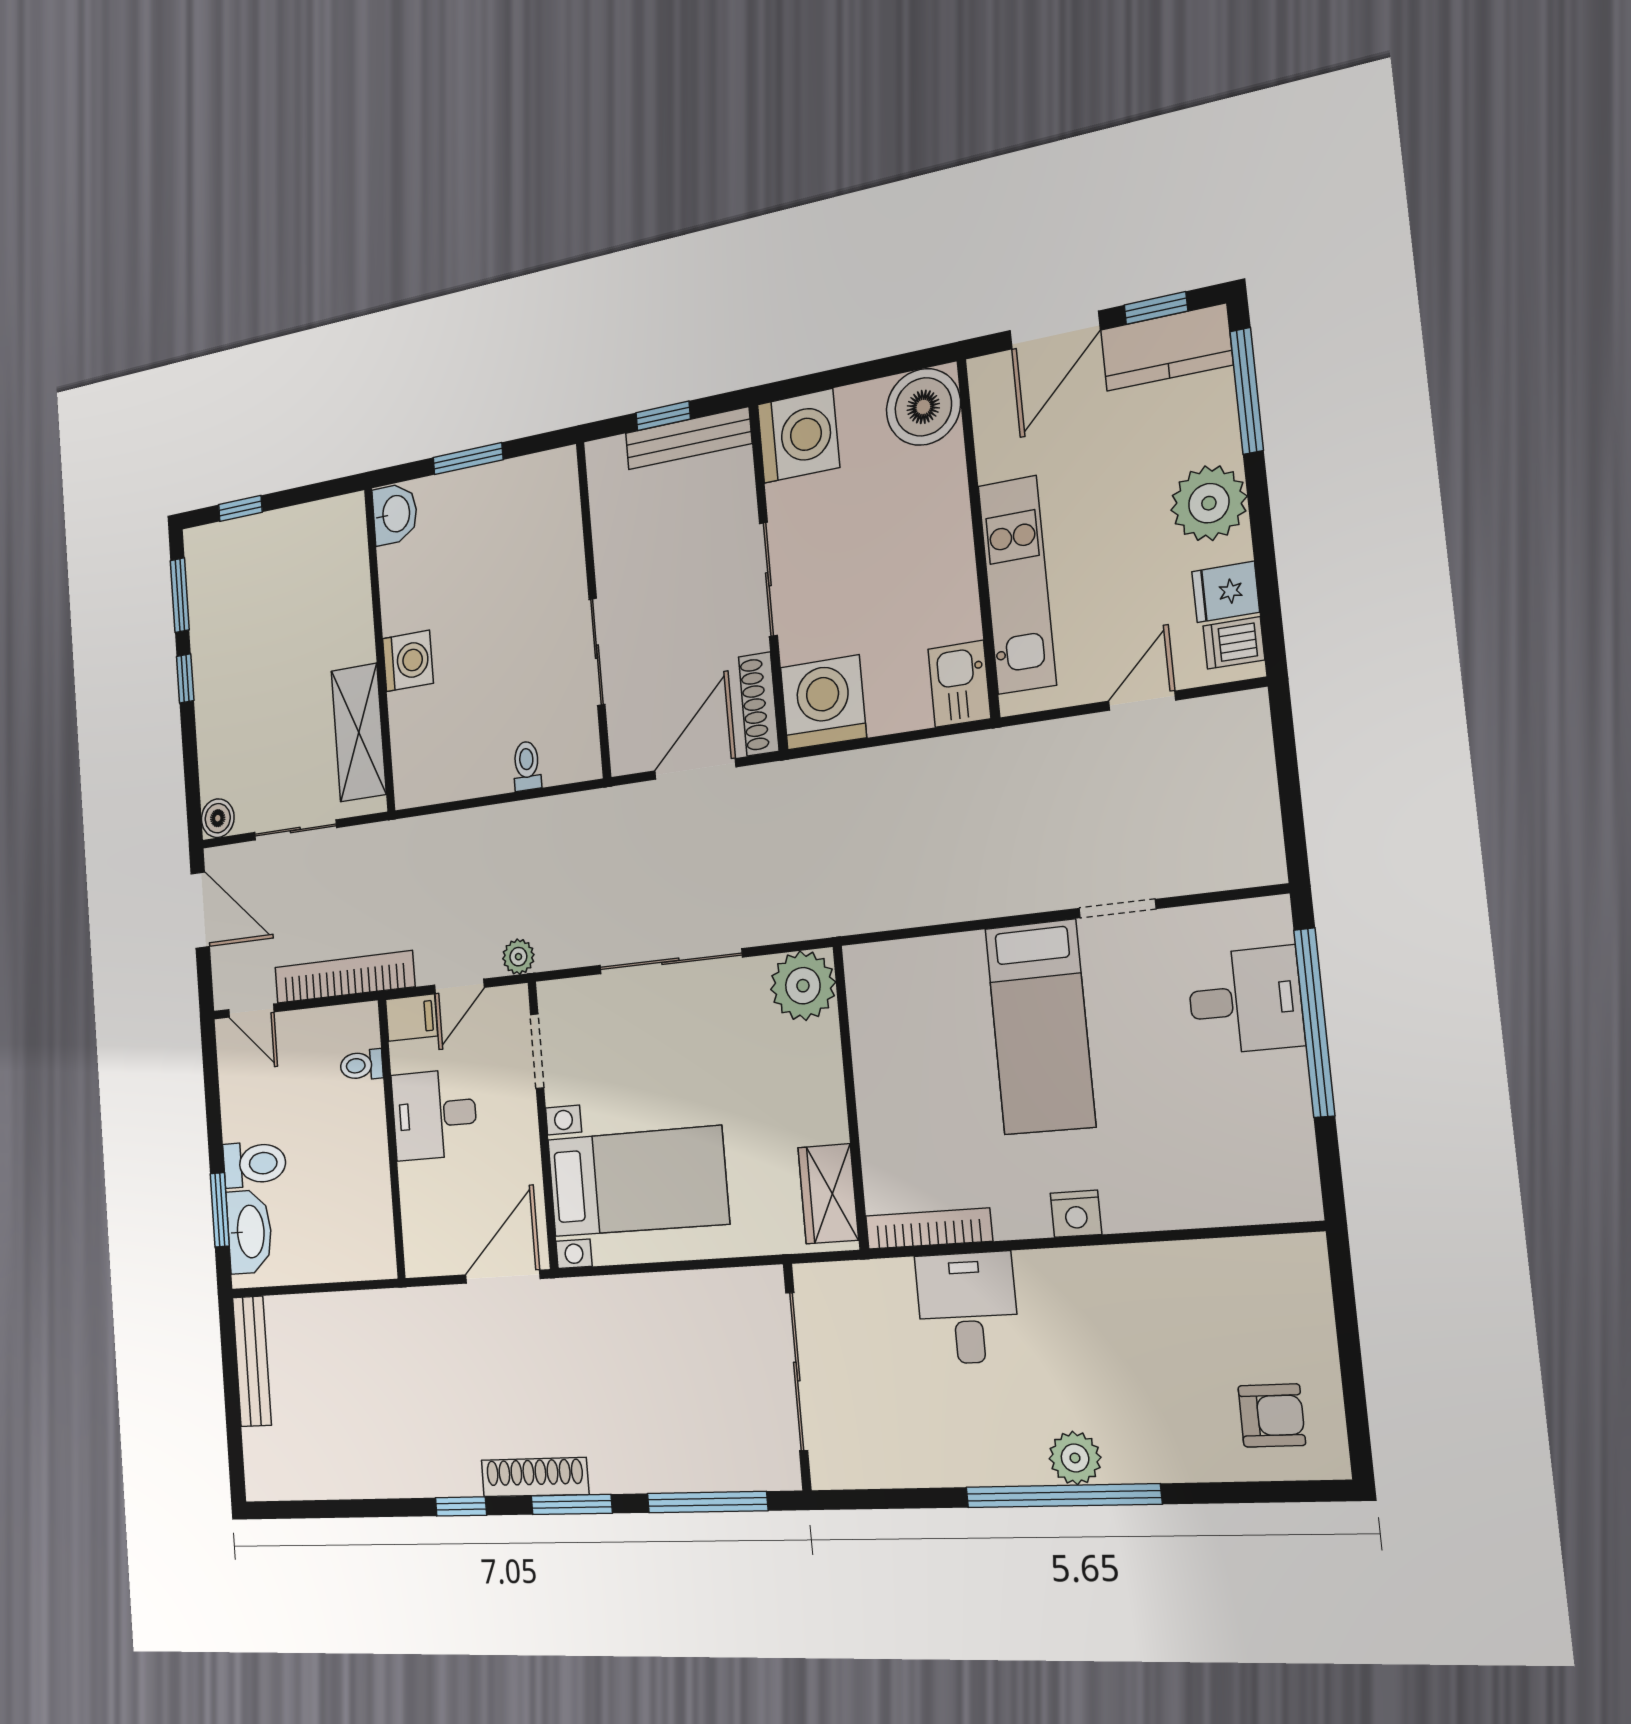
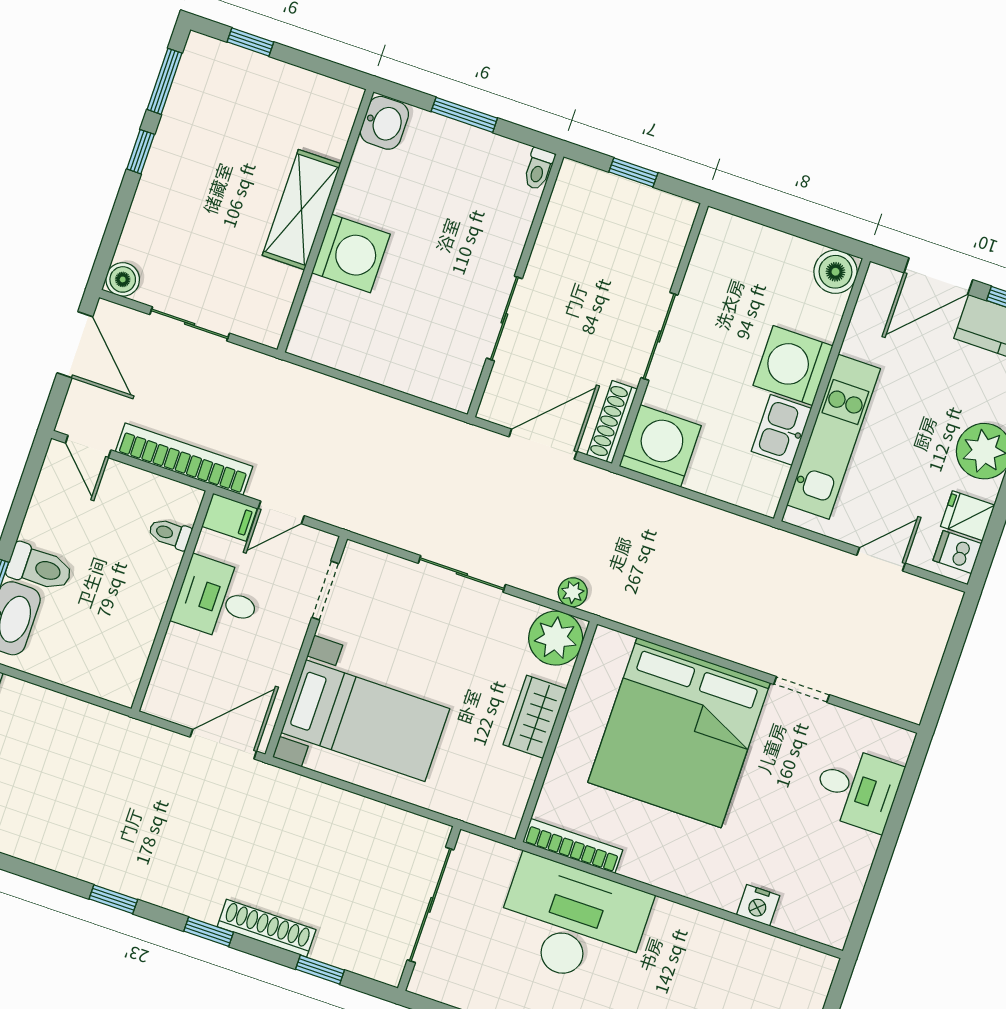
boiler: (923, 407) -> (835, 272), width x0.73, depth x0.73
washing machine: (798, 436) -> (793, 366), moved, turned 180
bench: (688, 438) -> (645, 200), removed
washing machine: (408, 661) -> (351, 254), width x1.37, depth x1.37
kitchen sink: (959, 684) -> (781, 430), moved
shelving: (359, 733) -> (302, 210), moved
toilet: (527, 766) -> (539, 169), moved, turned 180
plant: (518, 957) -> (573, 592), moved
sliding door: (670, 961) -> (462, 574), width x0.73
window: (1314, 1023) -> (895, 823), removed
bed: (1040, 1027) -> (679, 733), width x2.04
wardrobe: (828, 1194) -> (535, 717), moved
nightstand: (1076, 1214) -> (758, 905), moved
desk: (967, 1308) -> (572, 922), width x1.87, depth x1.30
shoe rack: (535, 1477) -> (267, 928), moved
window: (707, 1502) -> (320, 970), width x0.46
window: (572, 1505) -> (209, 932), width x0.67

